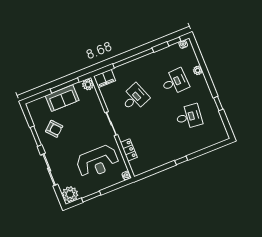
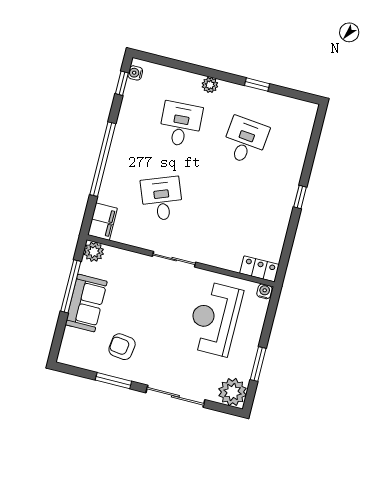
plant: (198, 70) -> (210, 85), moved
armchair: (54, 129) -> (122, 347), turned -132
locker: (129, 150) -> (259, 269), moved
reception desk: (97, 162) -> (214, 319), turned 180

